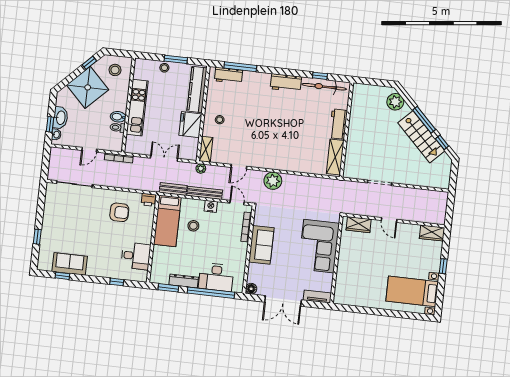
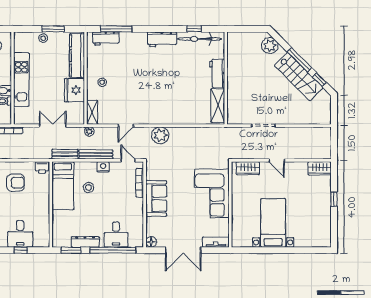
desk: (136, 256) -> (20, 234), moved, turned 90
desk: (216, 277) -> (116, 235), width x0.73
bed with nightstands: (412, 291) -> (273, 223), moved, turned 90

